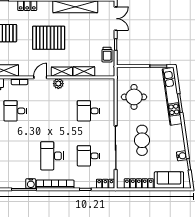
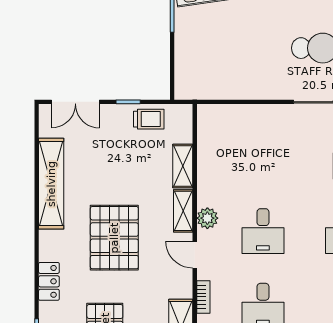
double door: (116, 19) -> (75, 102), swing flipped
round table: (134, 97) -> (235, 64), removed
desk: (89, 111) -> (263, 231), moved

